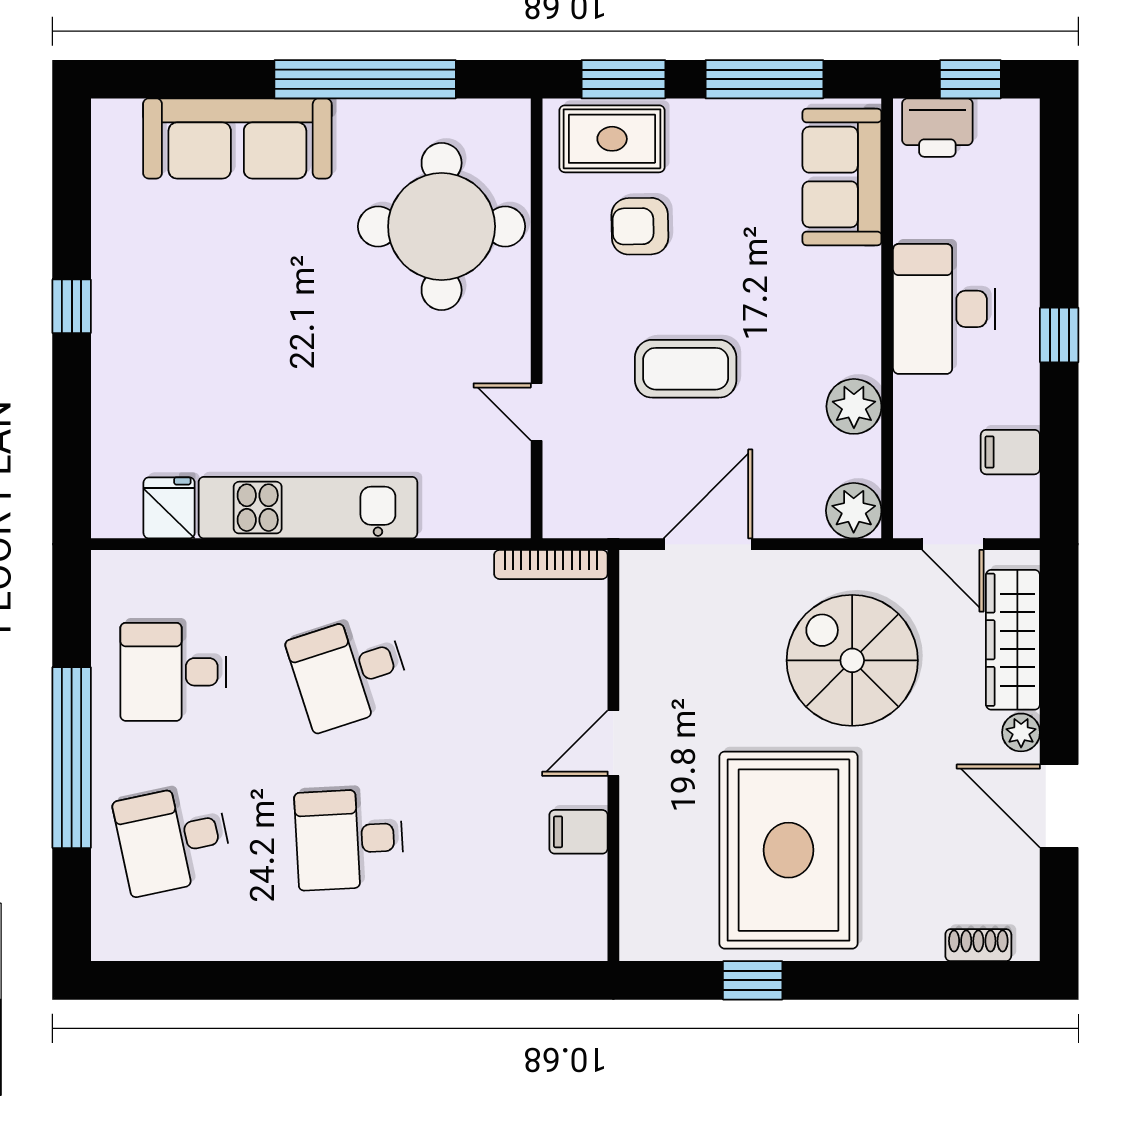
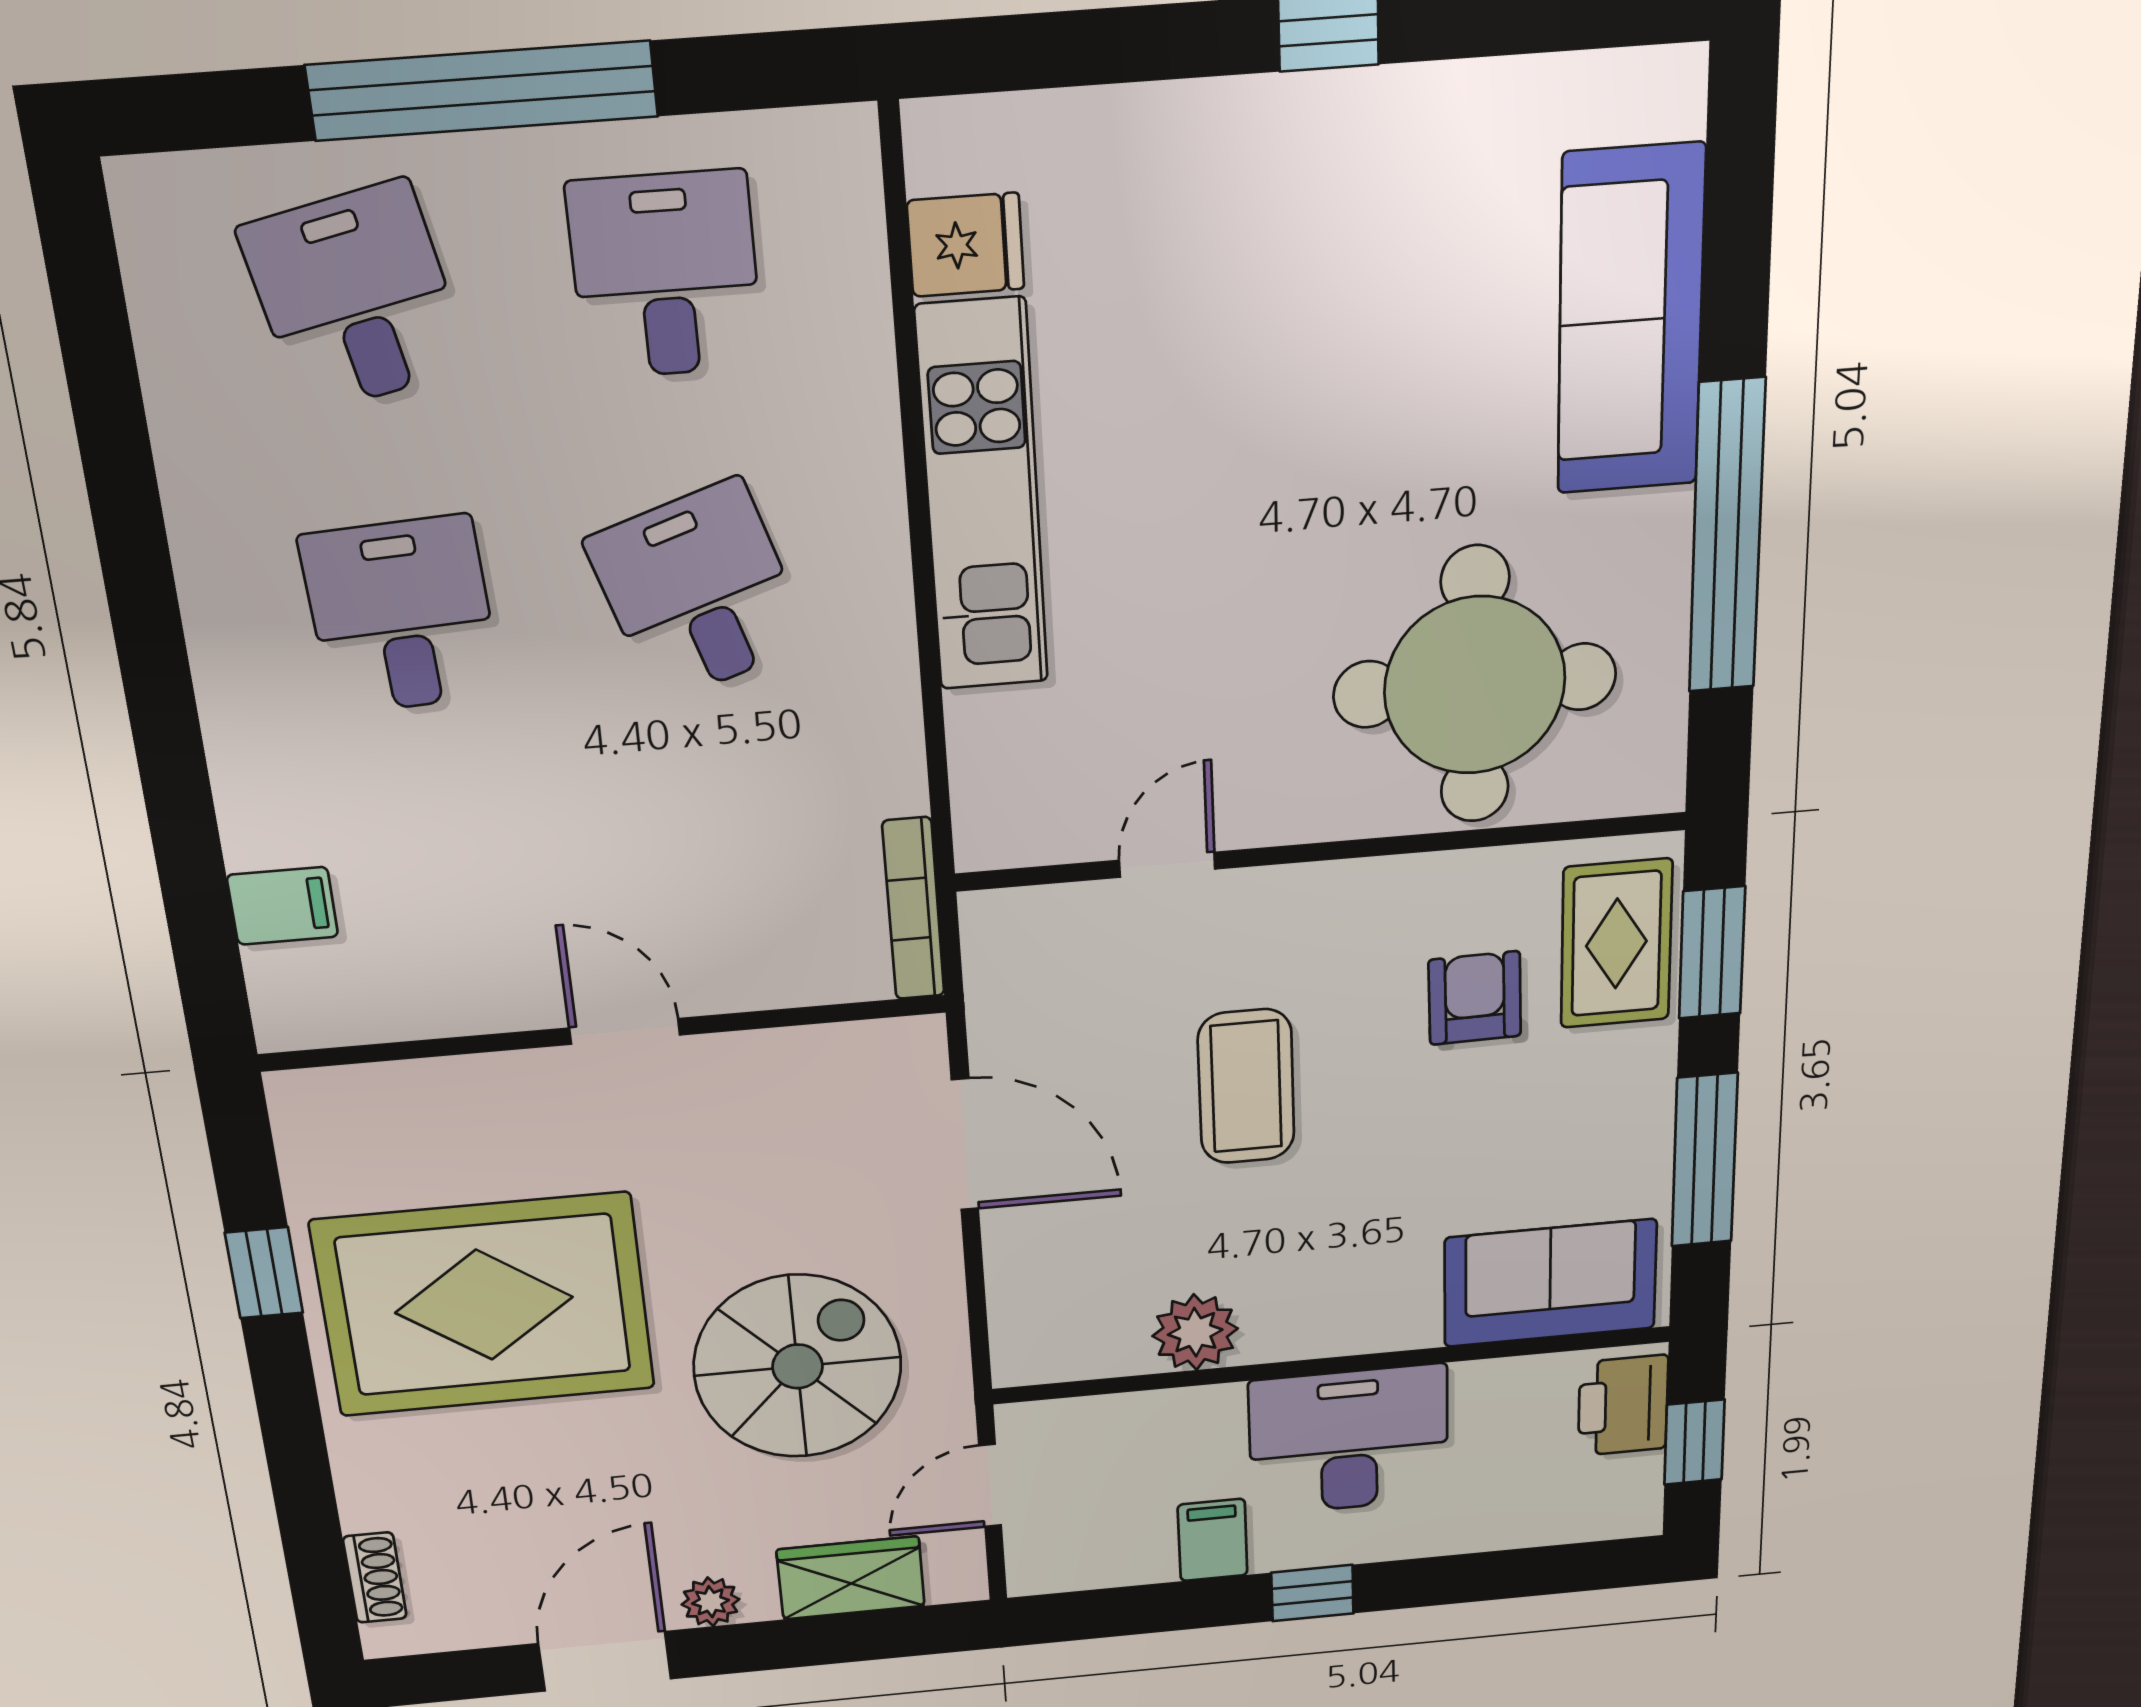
filing cabinet: (1010, 452) -> (1213, 1540), moved
plant: (854, 511) -> (1033, 1347), removed
wardrobe: (1013, 640) -> (851, 1578), width x0.67
filing cabinet: (578, 832) -> (283, 906), moved, turned 90

